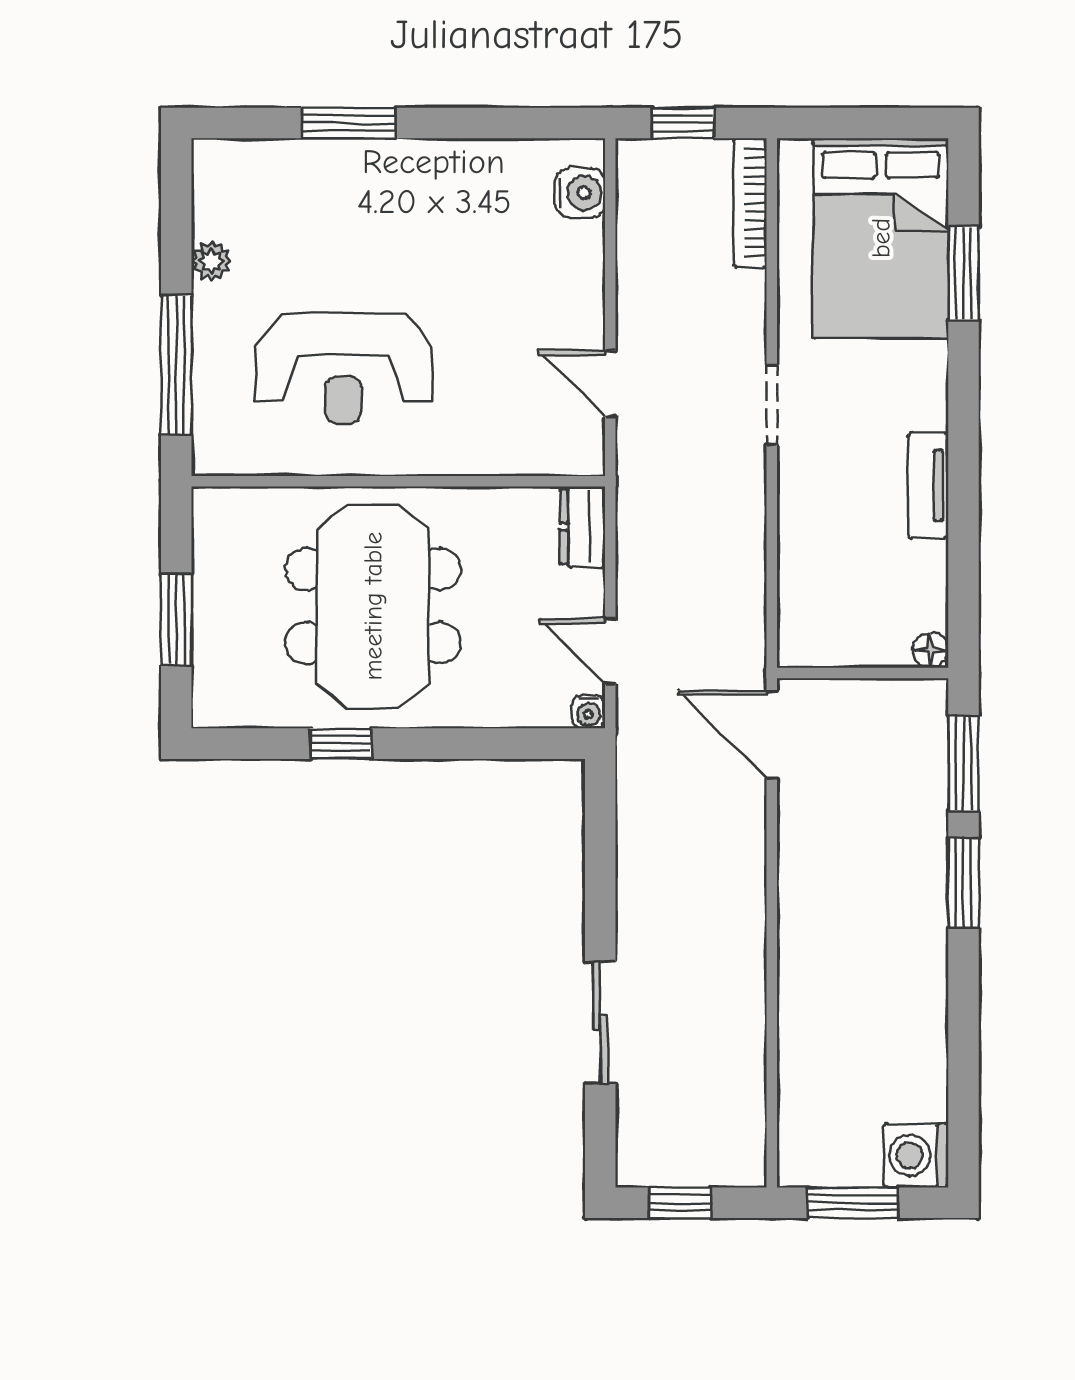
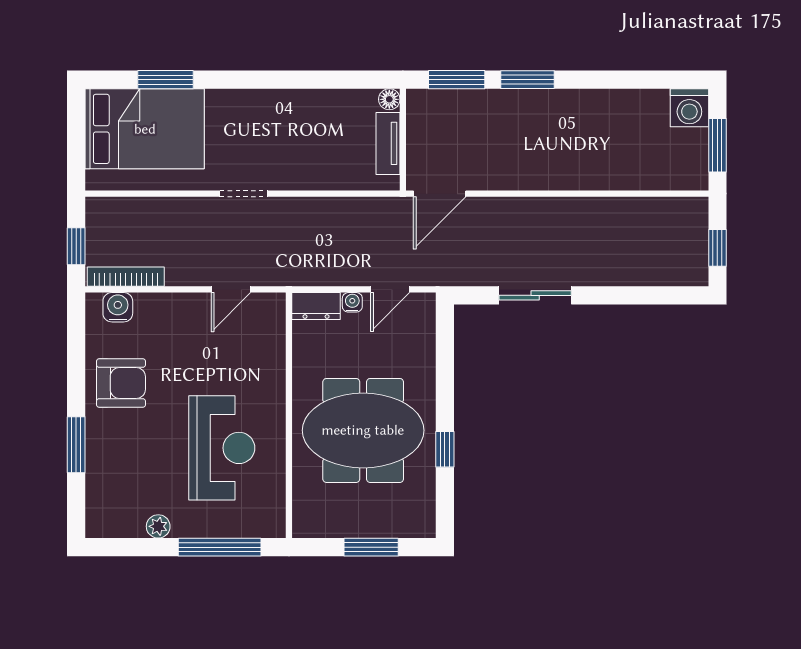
armchair: (453, 198) -> (121, 383), added
bookcase: (750, 203) -> (126, 277), moved, turned 180
tv unit: (928, 485) -> (388, 143), moved, turned 90
water cooler: (589, 712) -> (352, 302), moved, turned -90
sliding door: (600, 1022) -> (535, 295), moved

